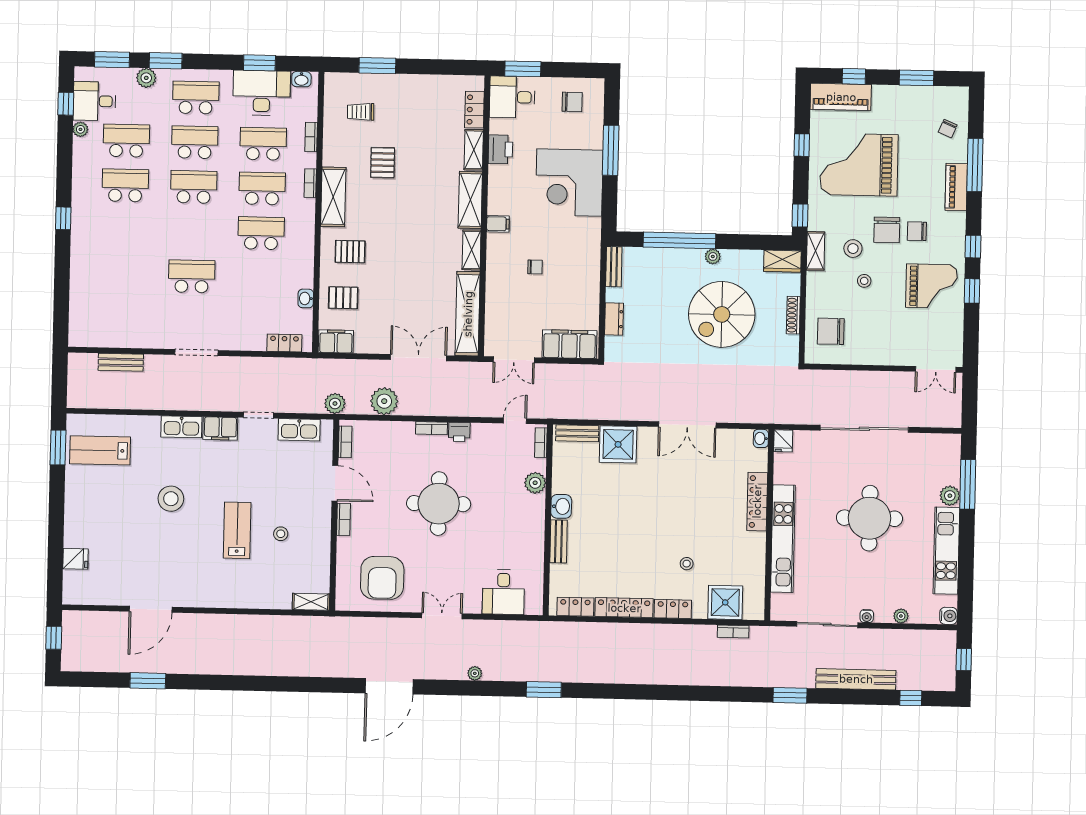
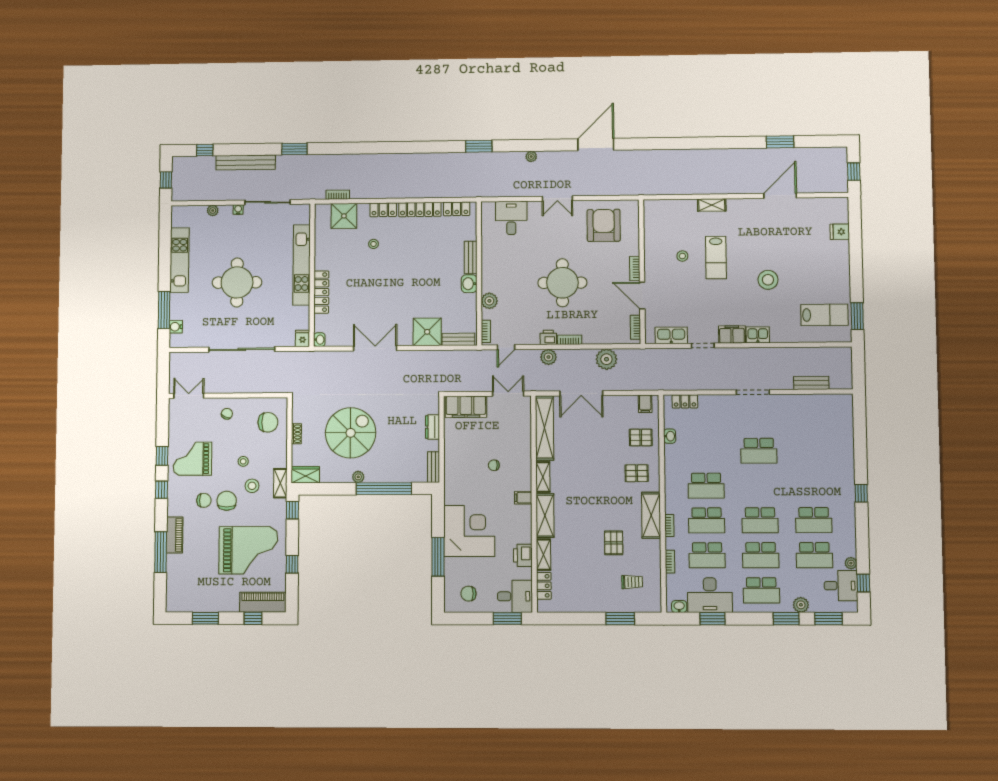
chair: (948, 129) -> (227, 414), moved
shoe rack: (793, 315) -> (296, 434), width x0.70
filing cabinet: (336, 341) -> (645, 404), width x0.50
plant: (335, 403) -> (548, 357), moved
kitchen sink: (181, 427) -> (758, 335), width x0.73
plant: (950, 496) -> (177, 301), removed
shelving: (311, 602) -> (712, 205), moved
water cooler: (948, 616) -> (176, 327), moved

